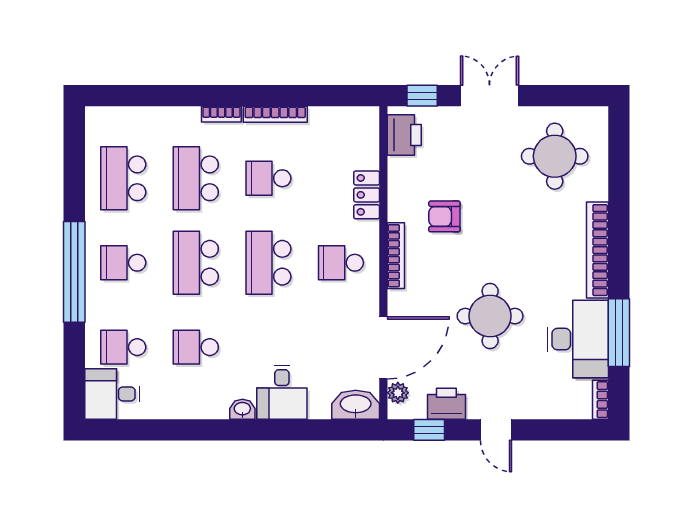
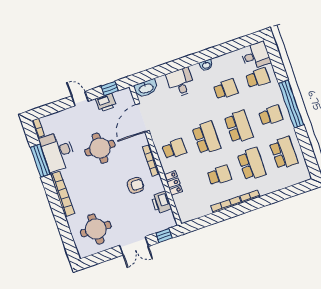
printer: (404, 135) -> (161, 202), moved
plant: (398, 393) -> (129, 100), removed
washbasin: (242, 409) -> (206, 65), moved

